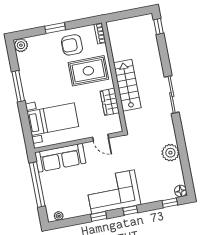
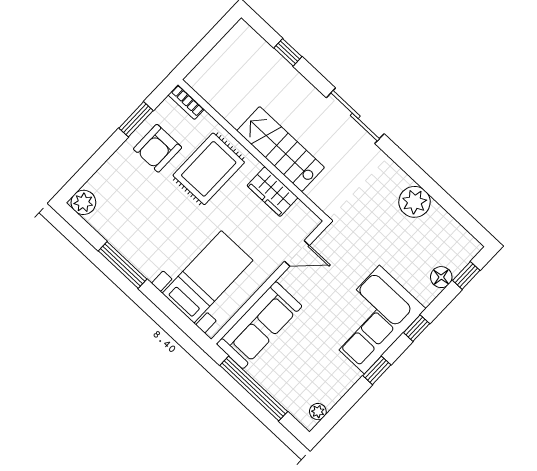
window: (159, 26) -> (288, 52), moved
window: (55, 28) -> (136, 119), moved
floor lamp: (181, 191) -> (441, 277), moved

